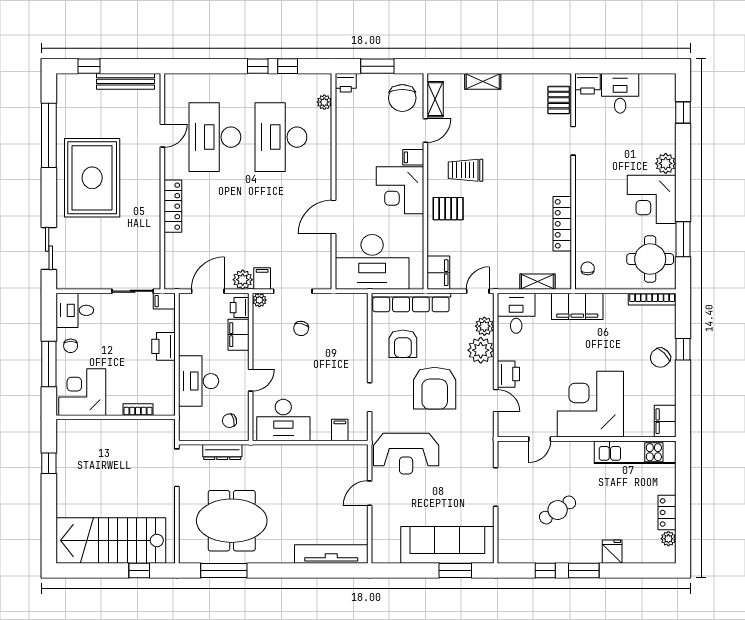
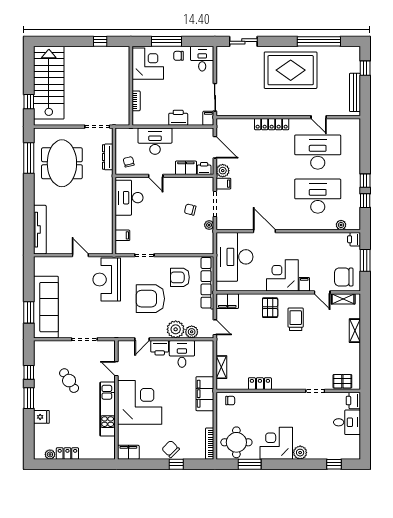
locker: (562, 224) -> (260, 384), width x0.66
plant: (259, 300) -> (209, 225), moved
desk: (516, 313) -> (182, 354), moved, turned -90
kitchen unit: (635, 452) -> (108, 409), moved

